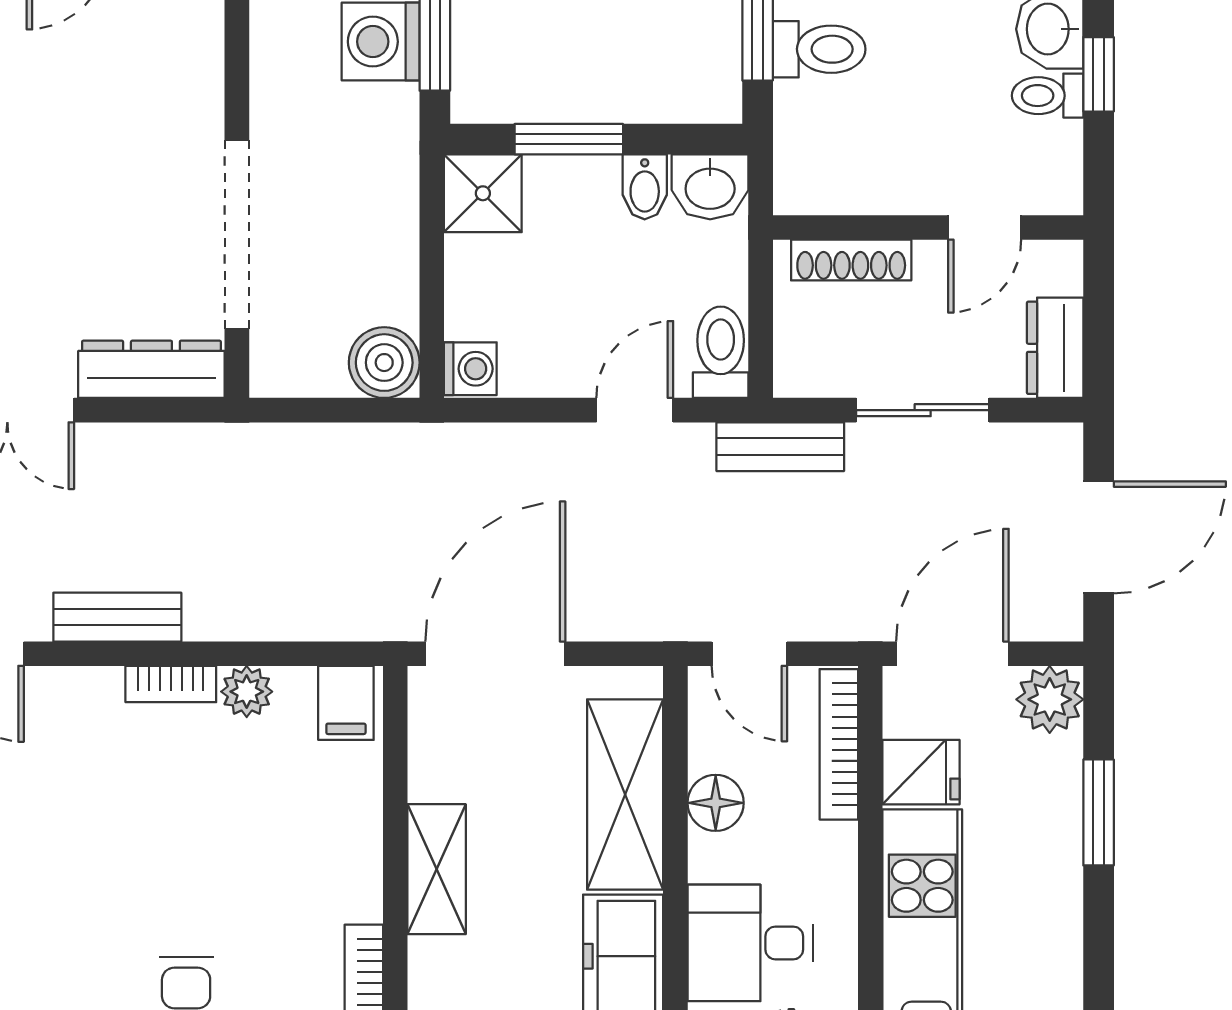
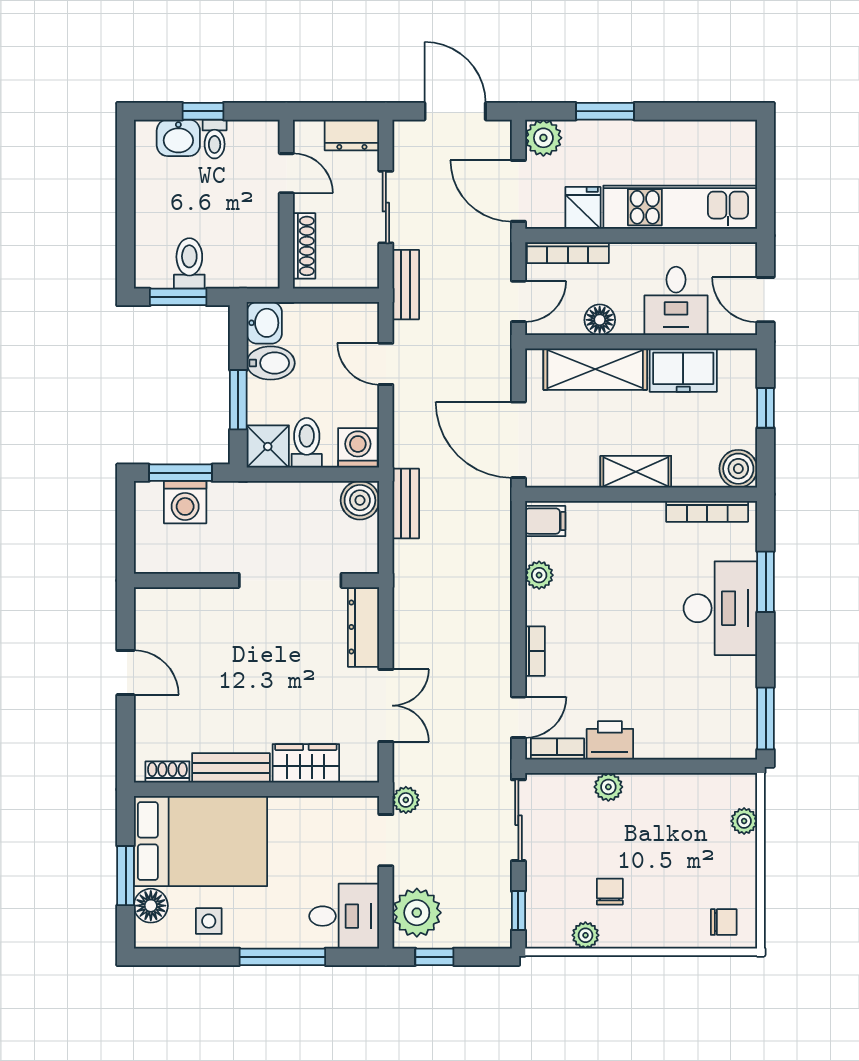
bidet: (645, 187) -> (271, 363), width x1.38, depth x1.36
toilet: (721, 352) -> (307, 443), moved, turned 90
washing machine: (470, 369) -> (358, 448), width x1.38, depth x1.38
bench: (117, 617) -> (406, 504), moved
bookcase: (171, 684) -> (535, 651), moved

